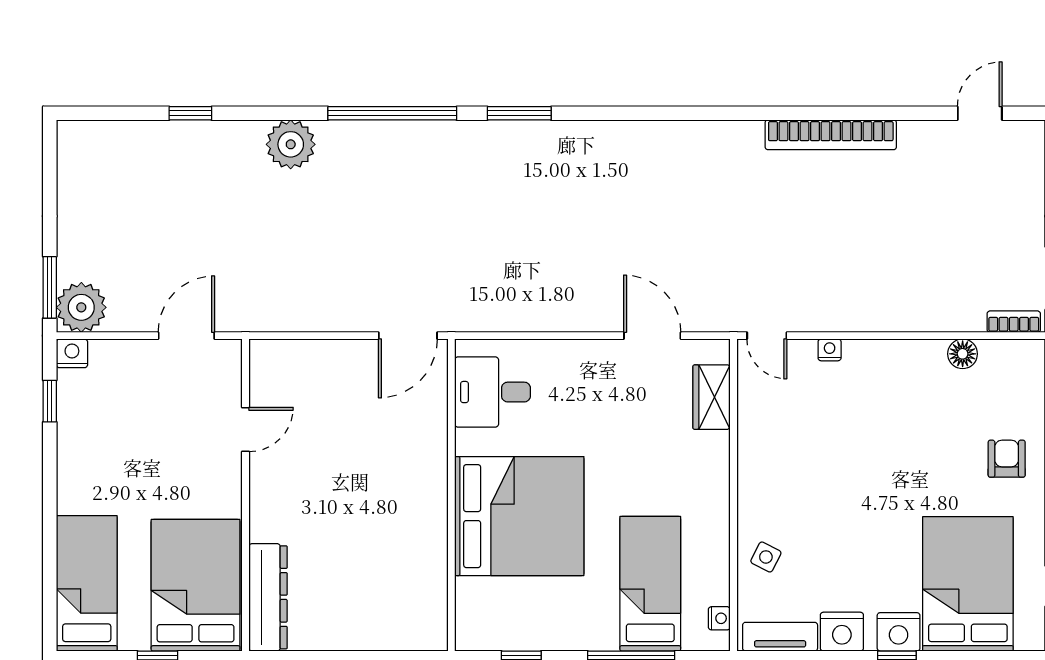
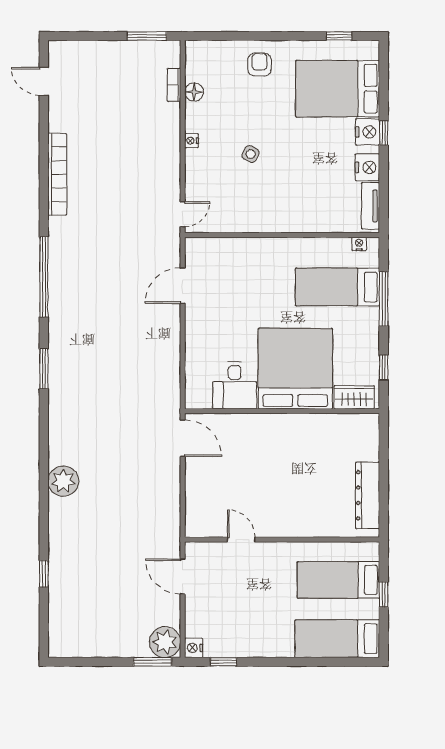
window: (392, 113) -> (44, 277), moved
plant: (291, 144) -> (63, 481), moved
bookcase: (1014, 322) -> (174, 85), moved
nightstand: (830, 350) -> (192, 141), moved
desk: (492, 392) -> (235, 385), moved
wardrobe: (711, 397) -> (354, 397), moved, turned 180
armchair: (1007, 459) -> (259, 64), turned 91
side table: (766, 557) -> (251, 154), moved
bed: (196, 585) -> (338, 580), width x0.67
dresser: (268, 597) -> (368, 495), moved, turned -90

